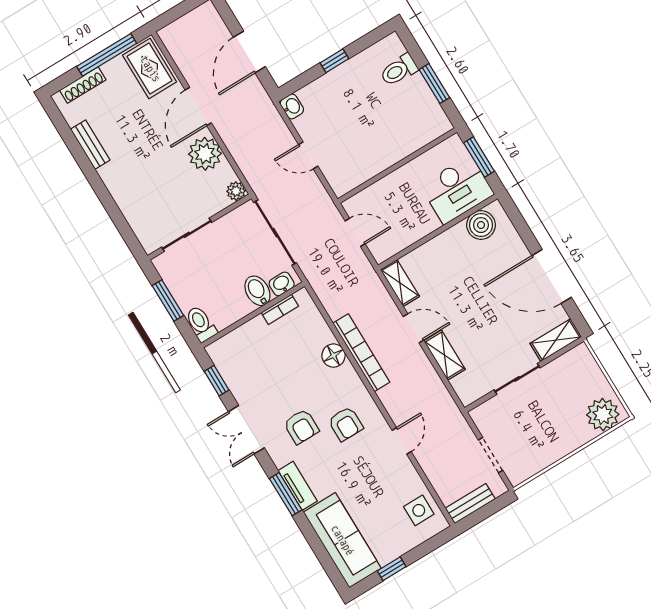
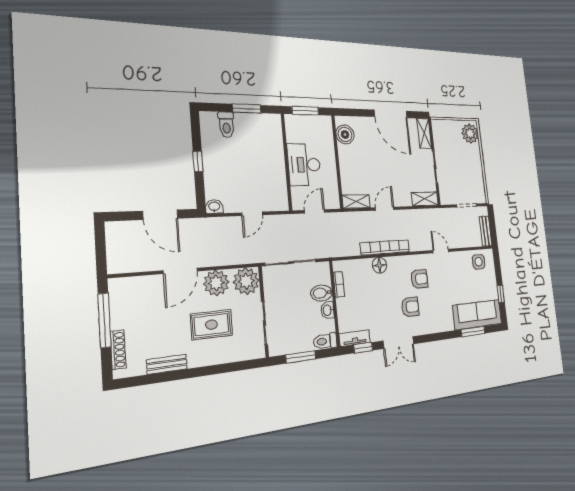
rug: (150, 69) -> (211, 325), moved
door: (198, 106) -> (180, 271), hinge flipped
desk: (457, 190) -> (304, 165), moved, turned 180
plant: (236, 191) -> (246, 281), width x1.88, depth x1.88
door: (552, 276) -> (391, 114), hinge flipped
washbasin: (282, 284) -> (327, 310), moved
shelving: (444, 355) -> (425, 199), moved
tv unit: (298, 486) -> (355, 338), moved
window: (286, 494) -> (473, 331), moved

